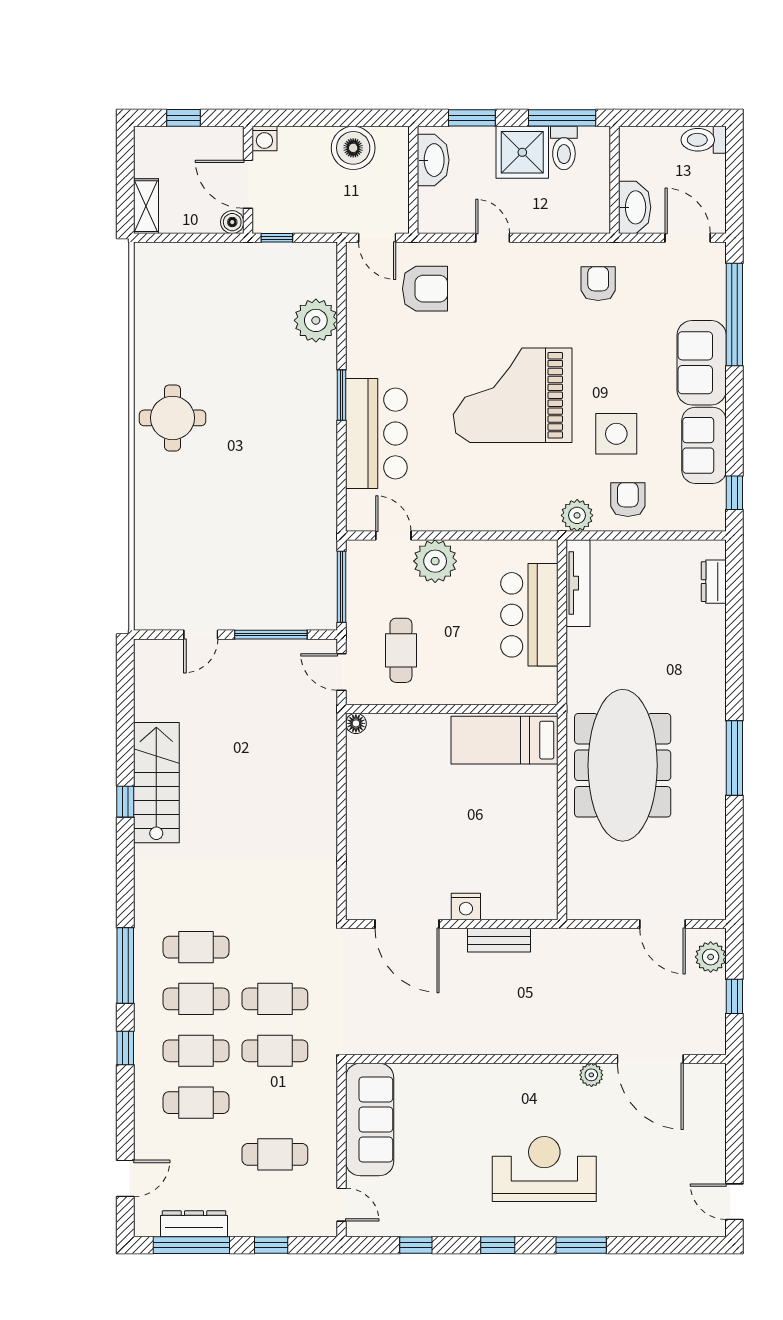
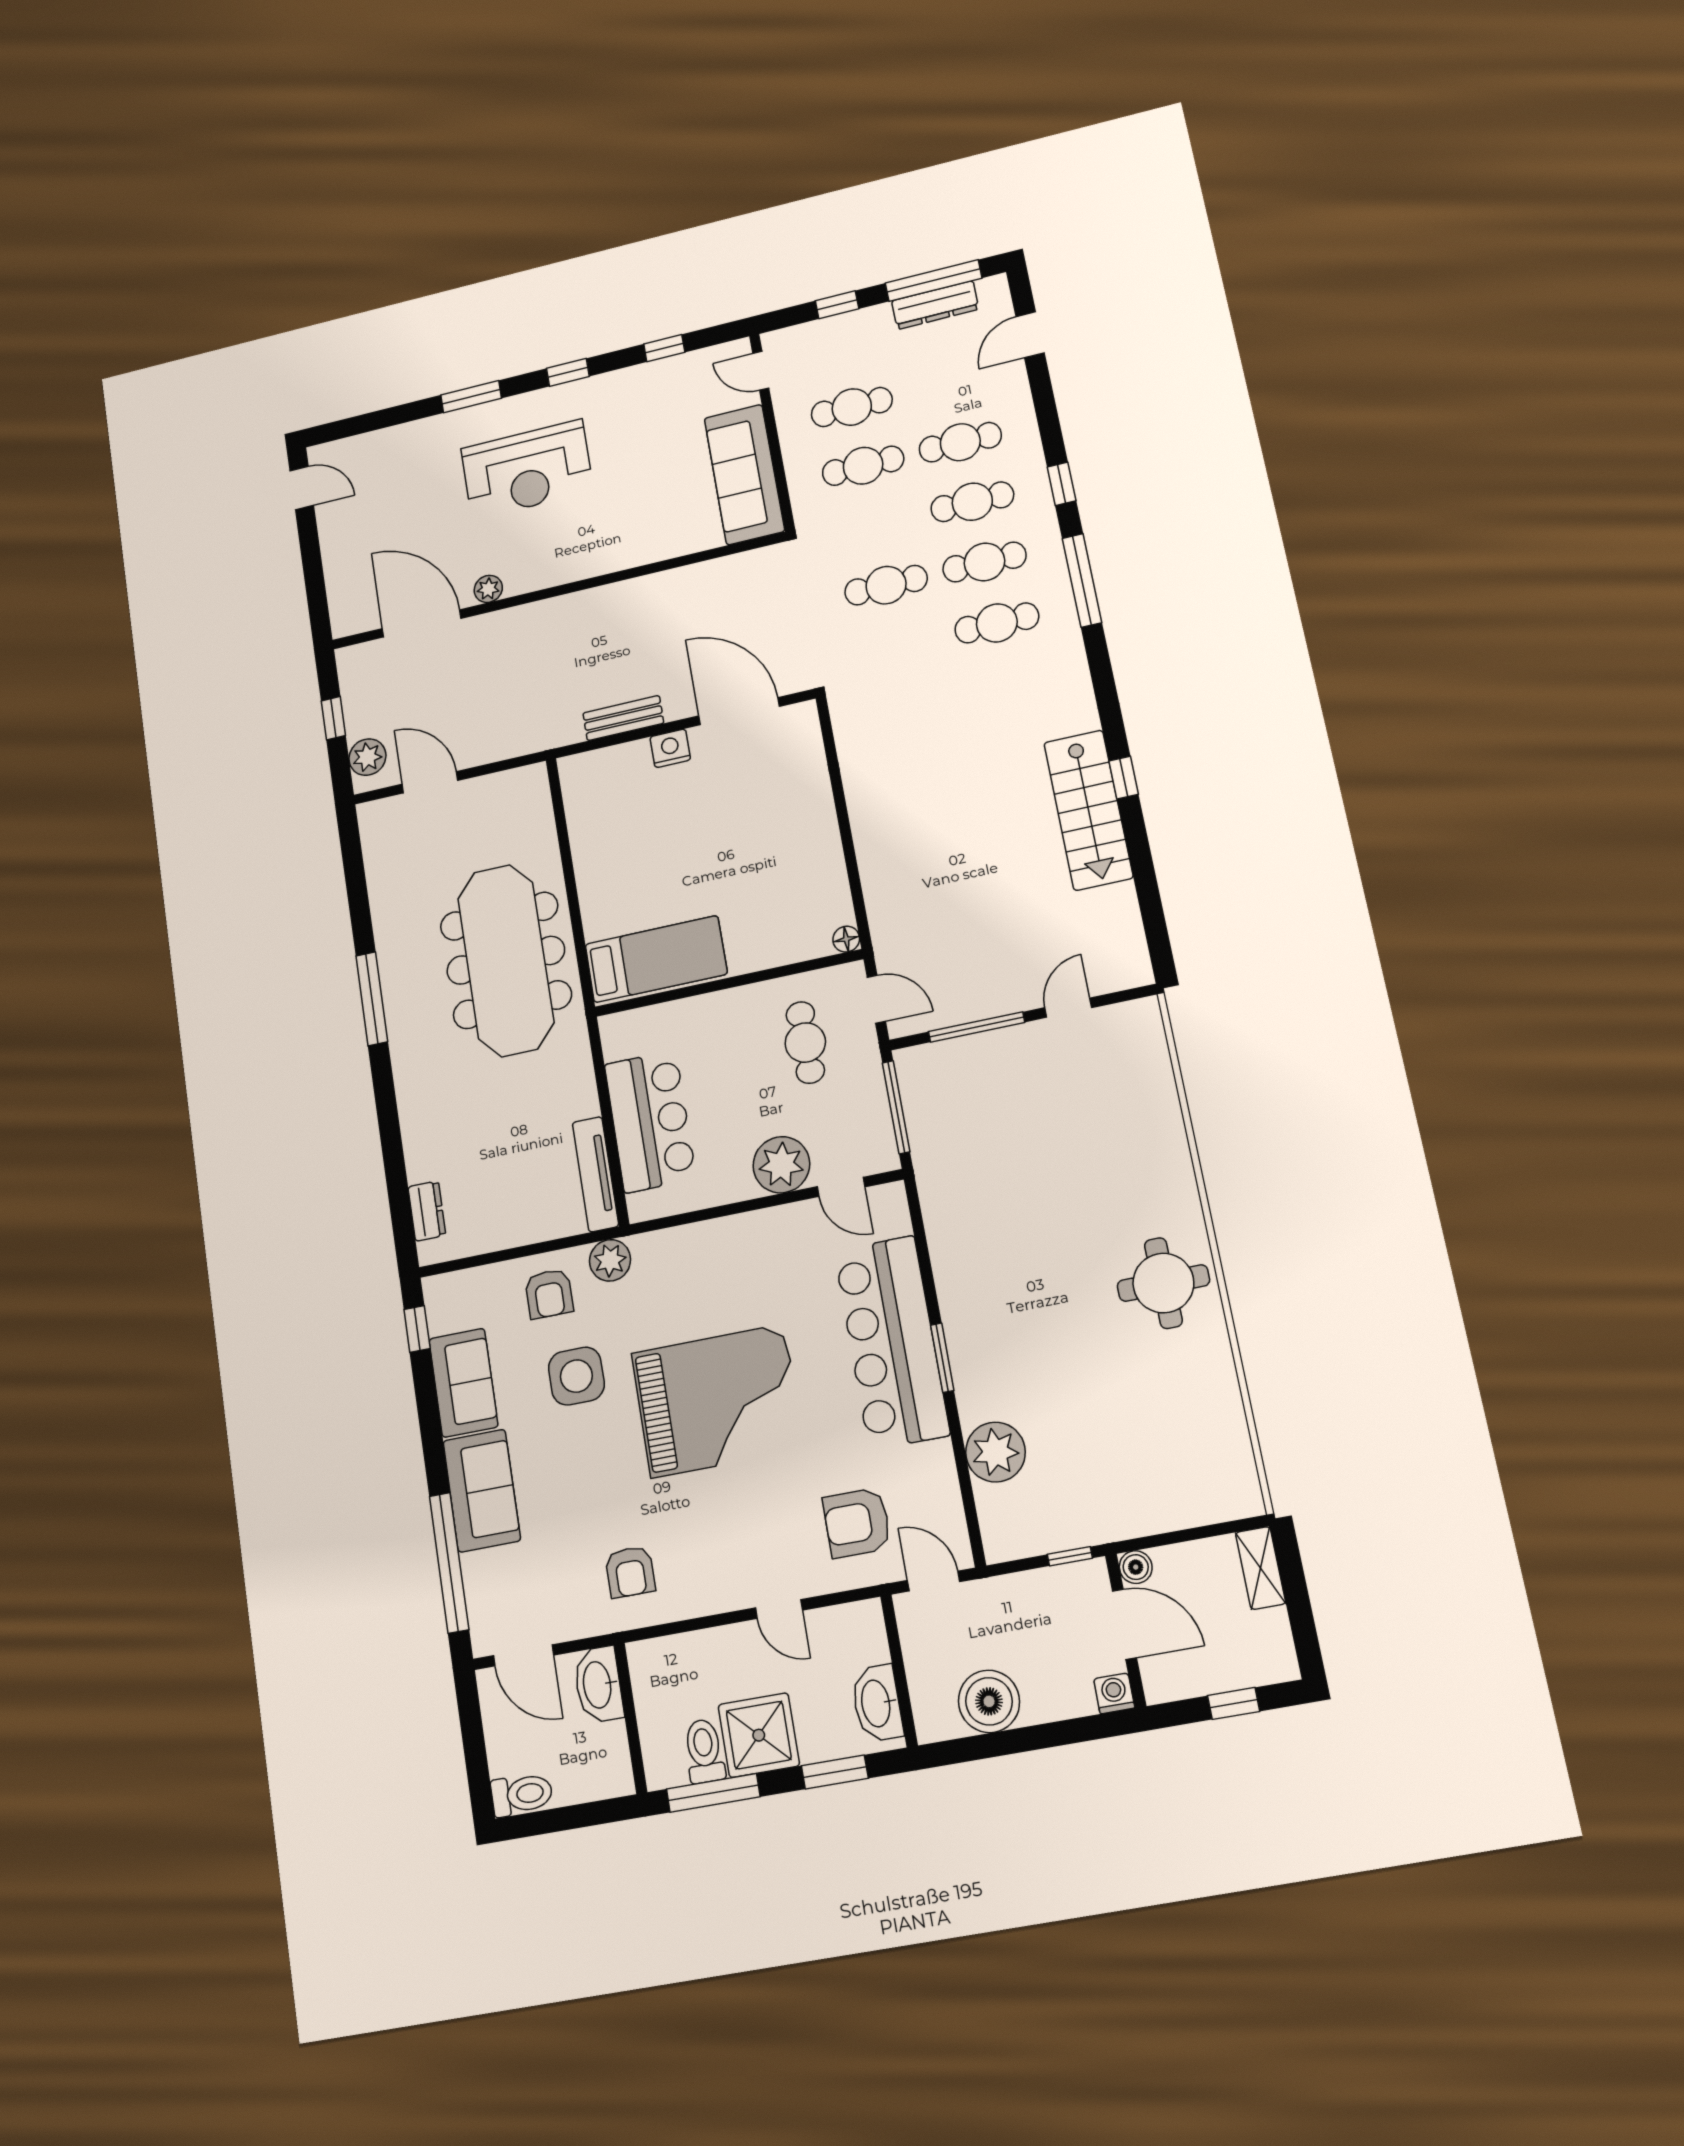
bar counter: (376, 433) -> (892, 1342), width x1.36
cafe table: (275, 1051) -> (863, 466), moved

